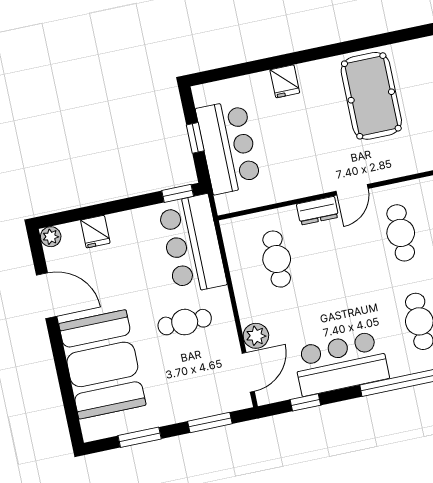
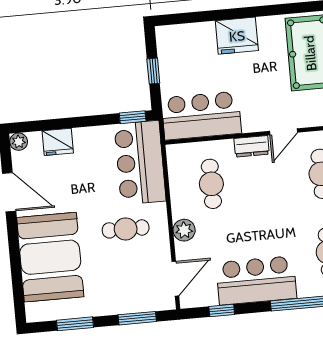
fridge: (285, 81) -> (237, 36), width x1.88, depth x1.34
bar counter: (228, 147) -> (201, 116), moved, turned -90
fridge: (95, 232) -> (58, 142), width x1.38
plant: (256, 336) -> (184, 230), moved

